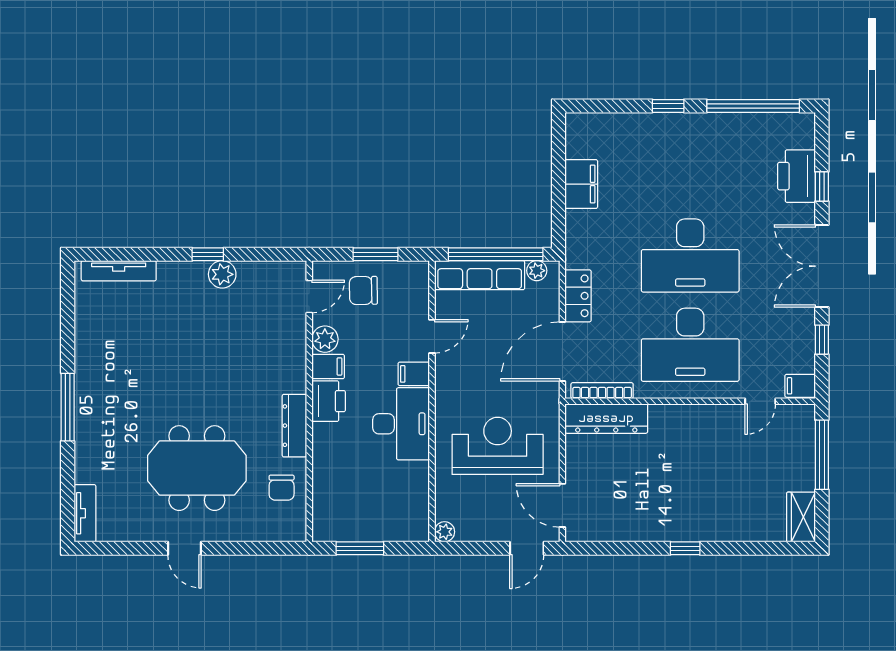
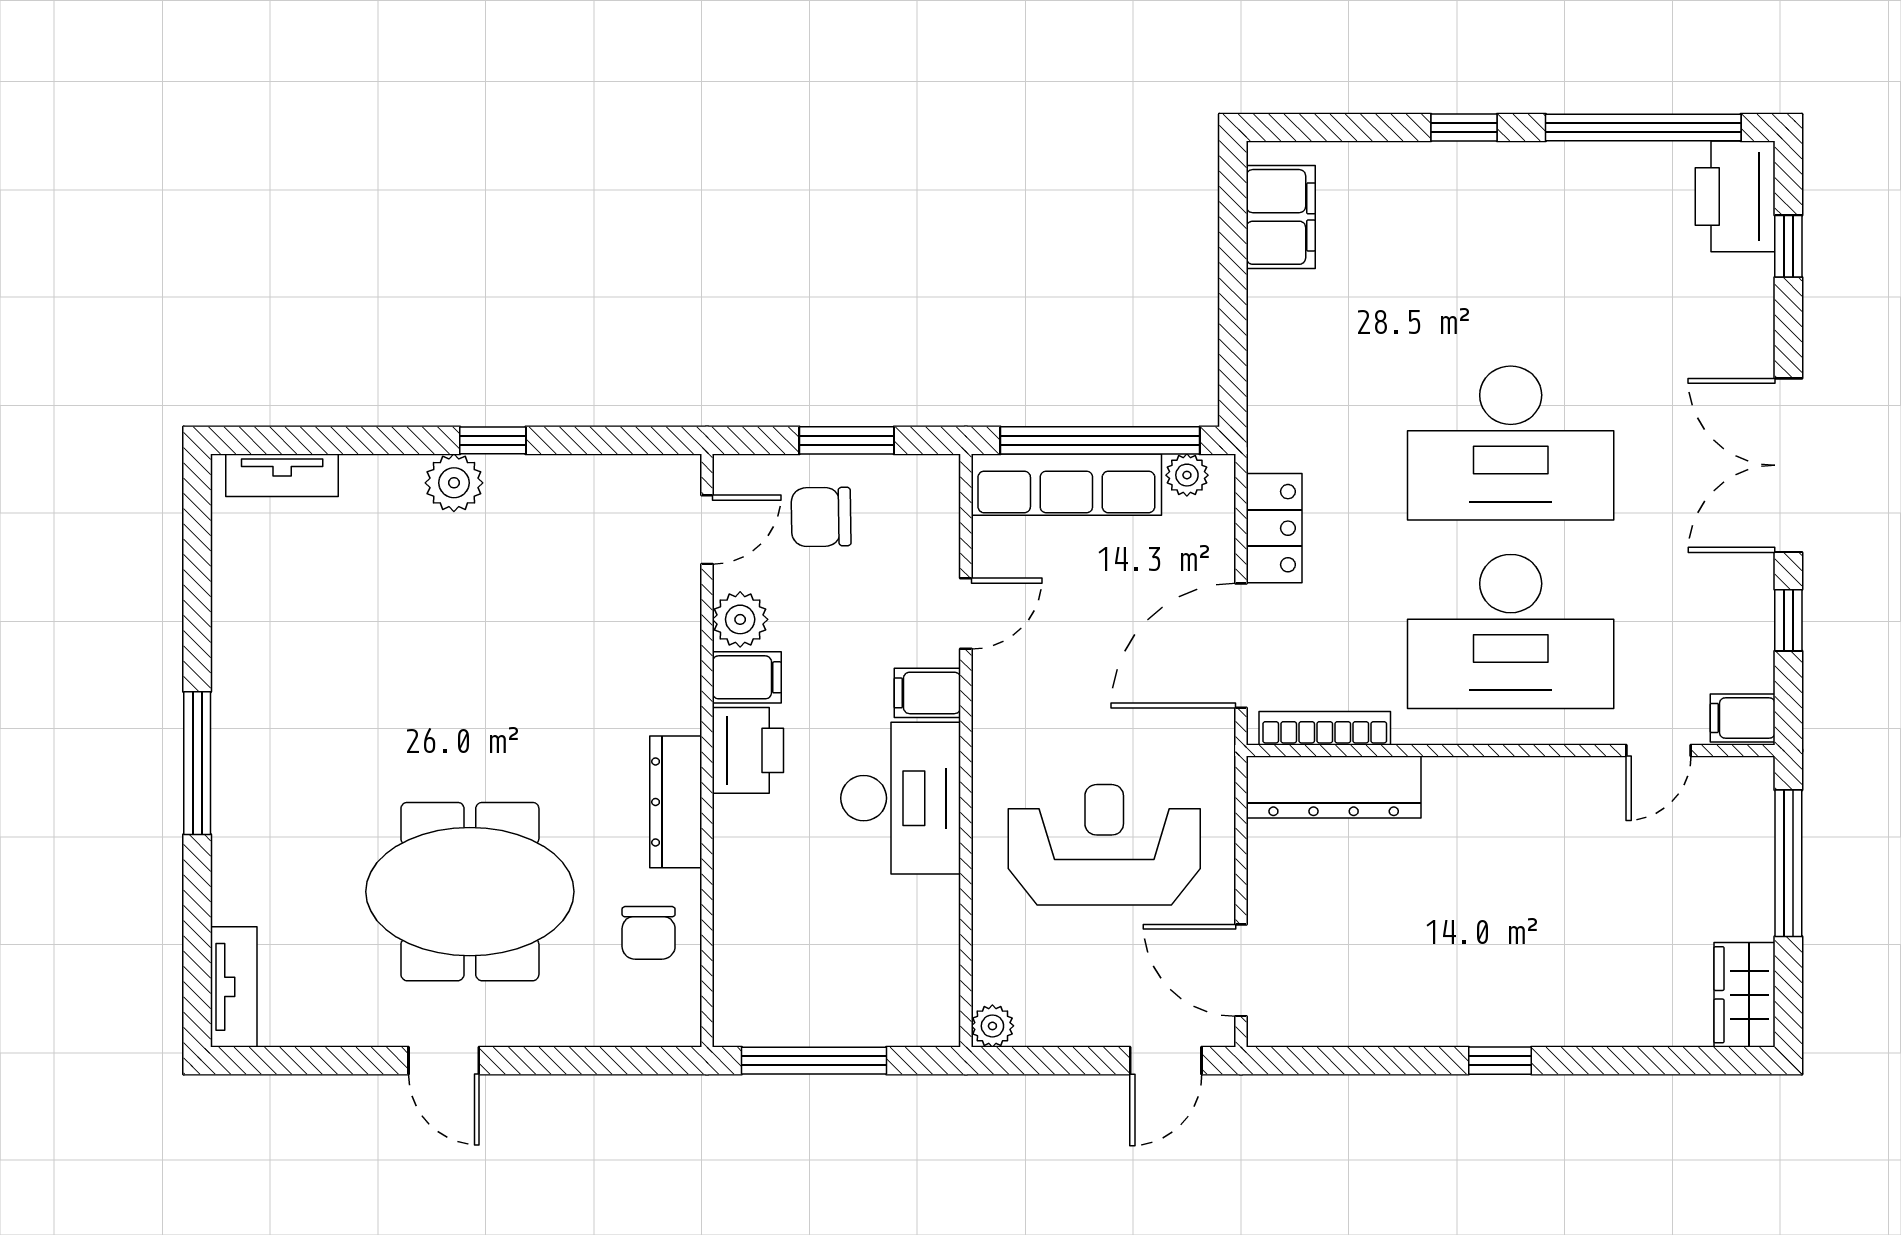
printer: (797, 176) -> (1735, 196), moved
filing cabinet: (581, 184) -> (1281, 217), moved
window: (822, 187) -> (1788, 246), moved
tv unit: (119, 271) -> (282, 475), width x0.71
plant: (222, 274) -> (454, 483), moved
window: (360, 548) -> (814, 1061), width x1.44

